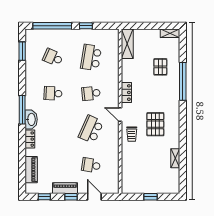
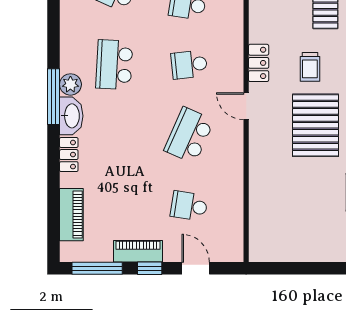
school desk: (53, 93) -> (114, 65), width x1.85
plant: (31, 103) -> (70, 84), added
pallet: (155, 124) -> (316, 125), width x1.37, depth x1.41
trolley: (132, 134) -> (310, 67), moved
window: (44, 197) -> (97, 268), width x2.17
window: (151, 197) -> (306, 268), removed

